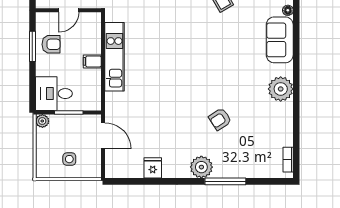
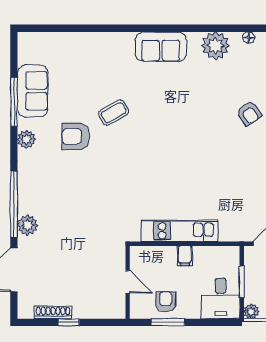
floor lamp: (288, 10) -> (249, 38), moved

